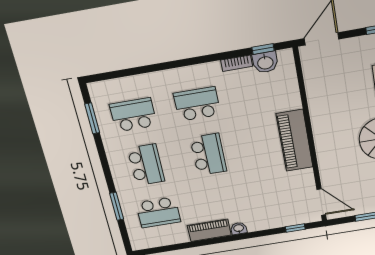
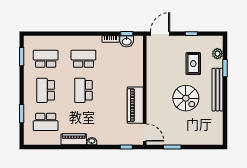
piano: (295, 141) -> (135, 105), moved
school desk: (208, 154) -> (83, 90), turned 180
school desk: (146, 165) -> (46, 90), turned 180

